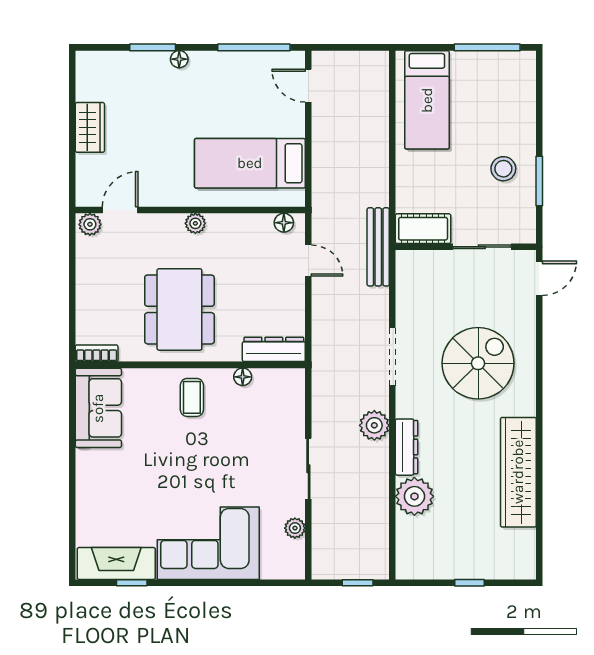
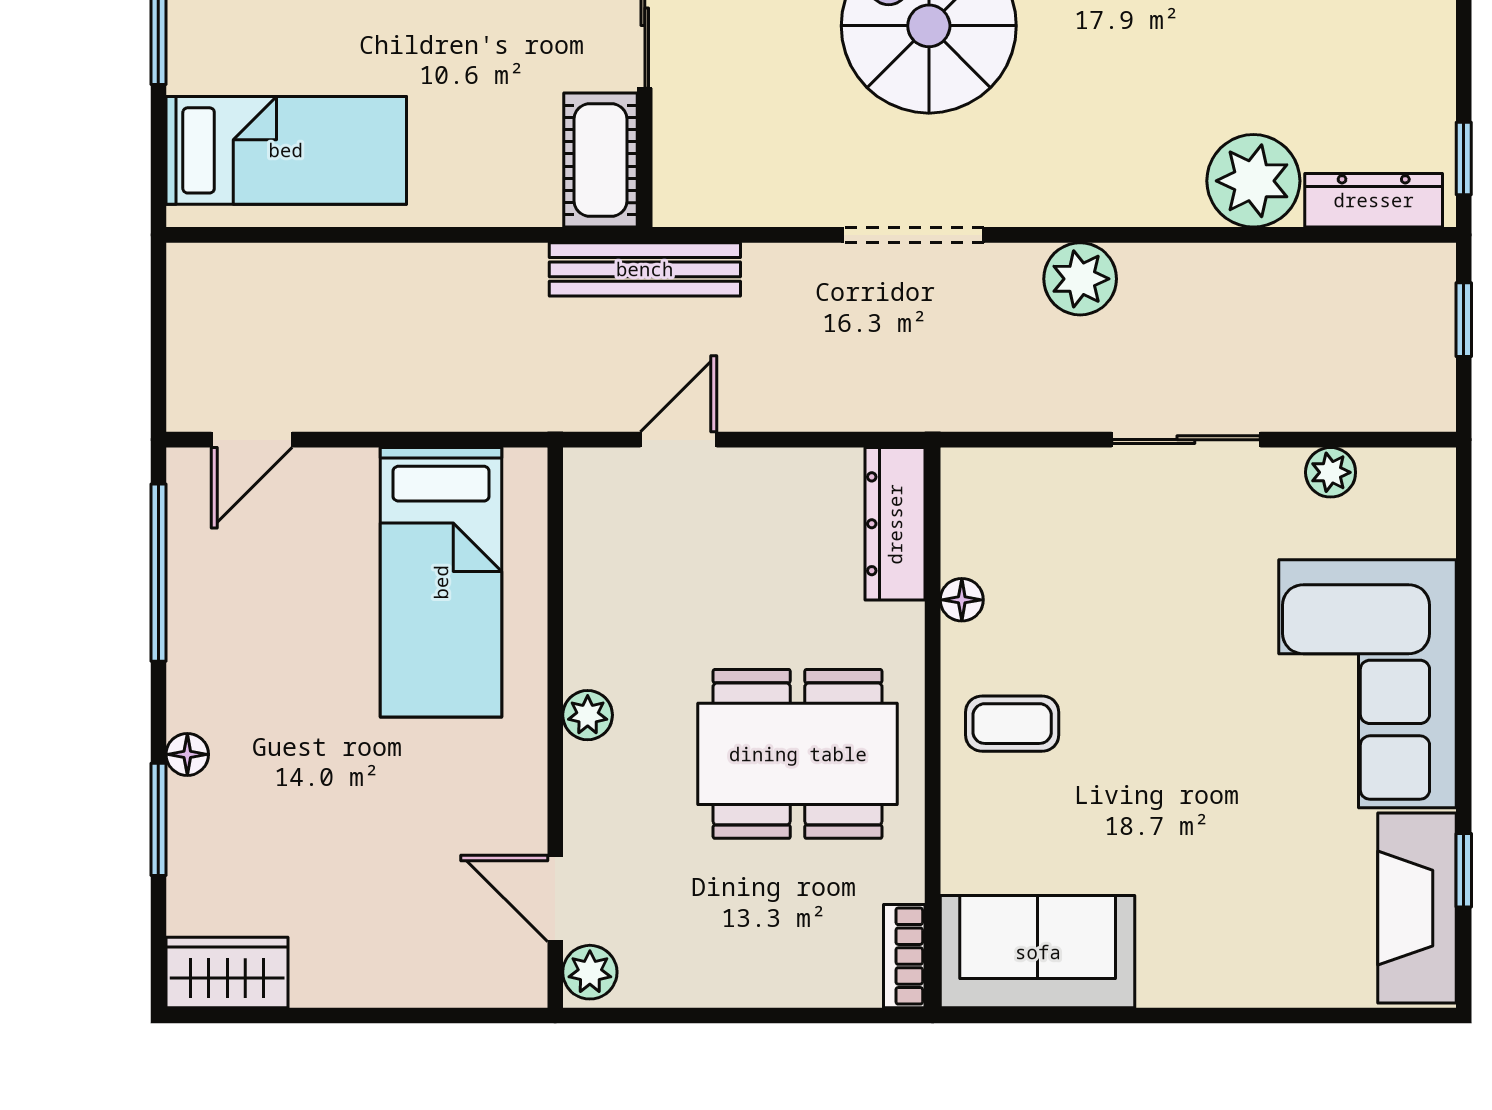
wardrobe: (90, 127) -> (227, 972), moved
floor lamp: (284, 223) -> (586, 499), removed
dresser: (406, 447) -> (1374, 200), moved
window: (469, 583) -> (1464, 158), moved

